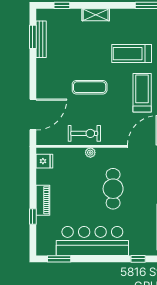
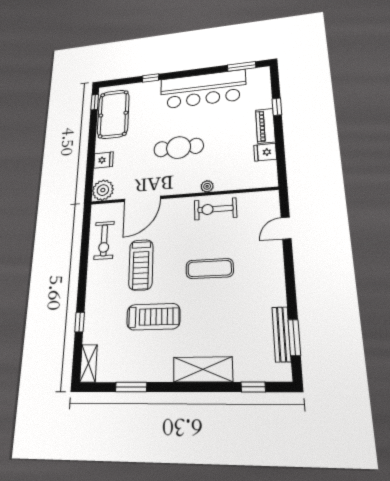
shelving: (96, 15) -> (203, 369), width x1.50, depth x1.33
door: (33, 115) -> (286, 228), width x0.53
fridge: (44, 161) -> (265, 152), moved
cafe table: (113, 189) -> (179, 147), turned 90

